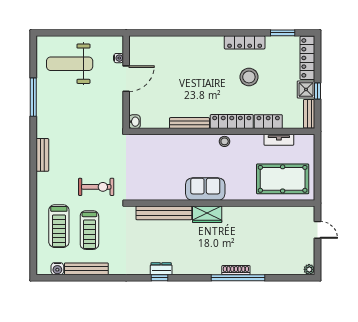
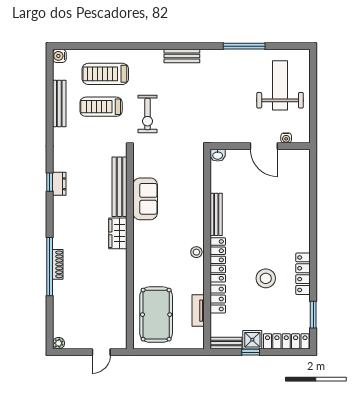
sofa: (205, 189) -> (145, 199), moved
water cooler: (57, 269) -> (59, 56), moved

